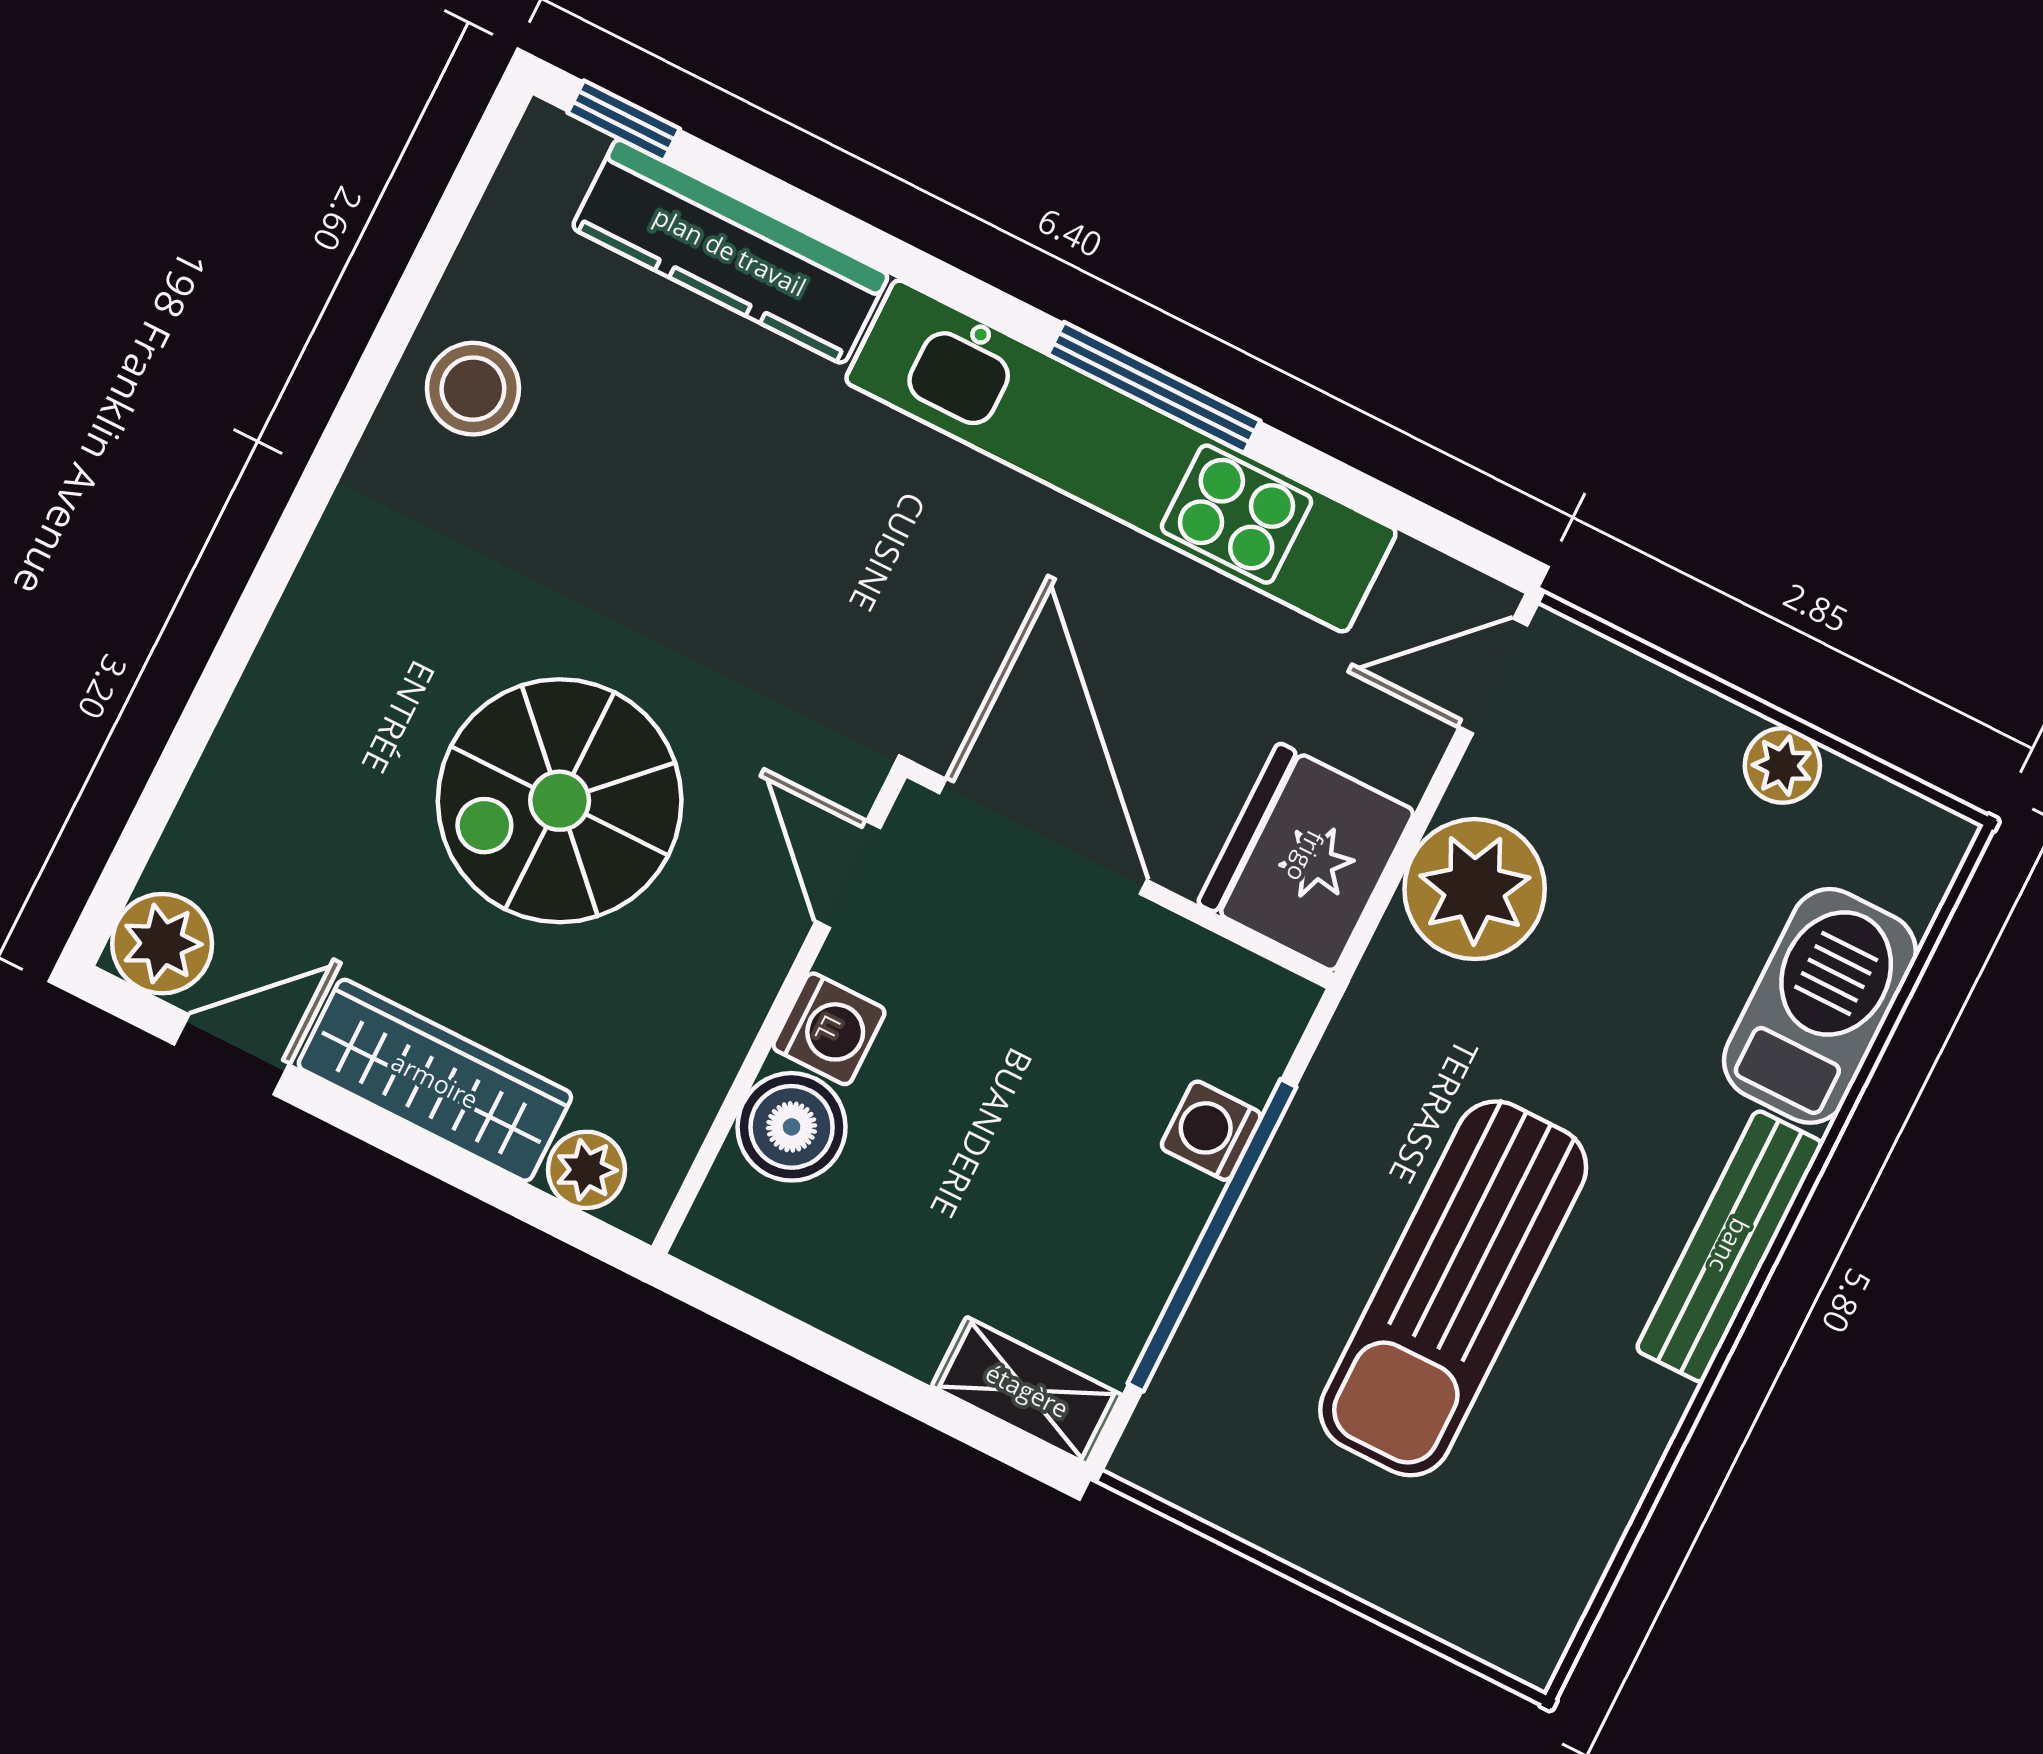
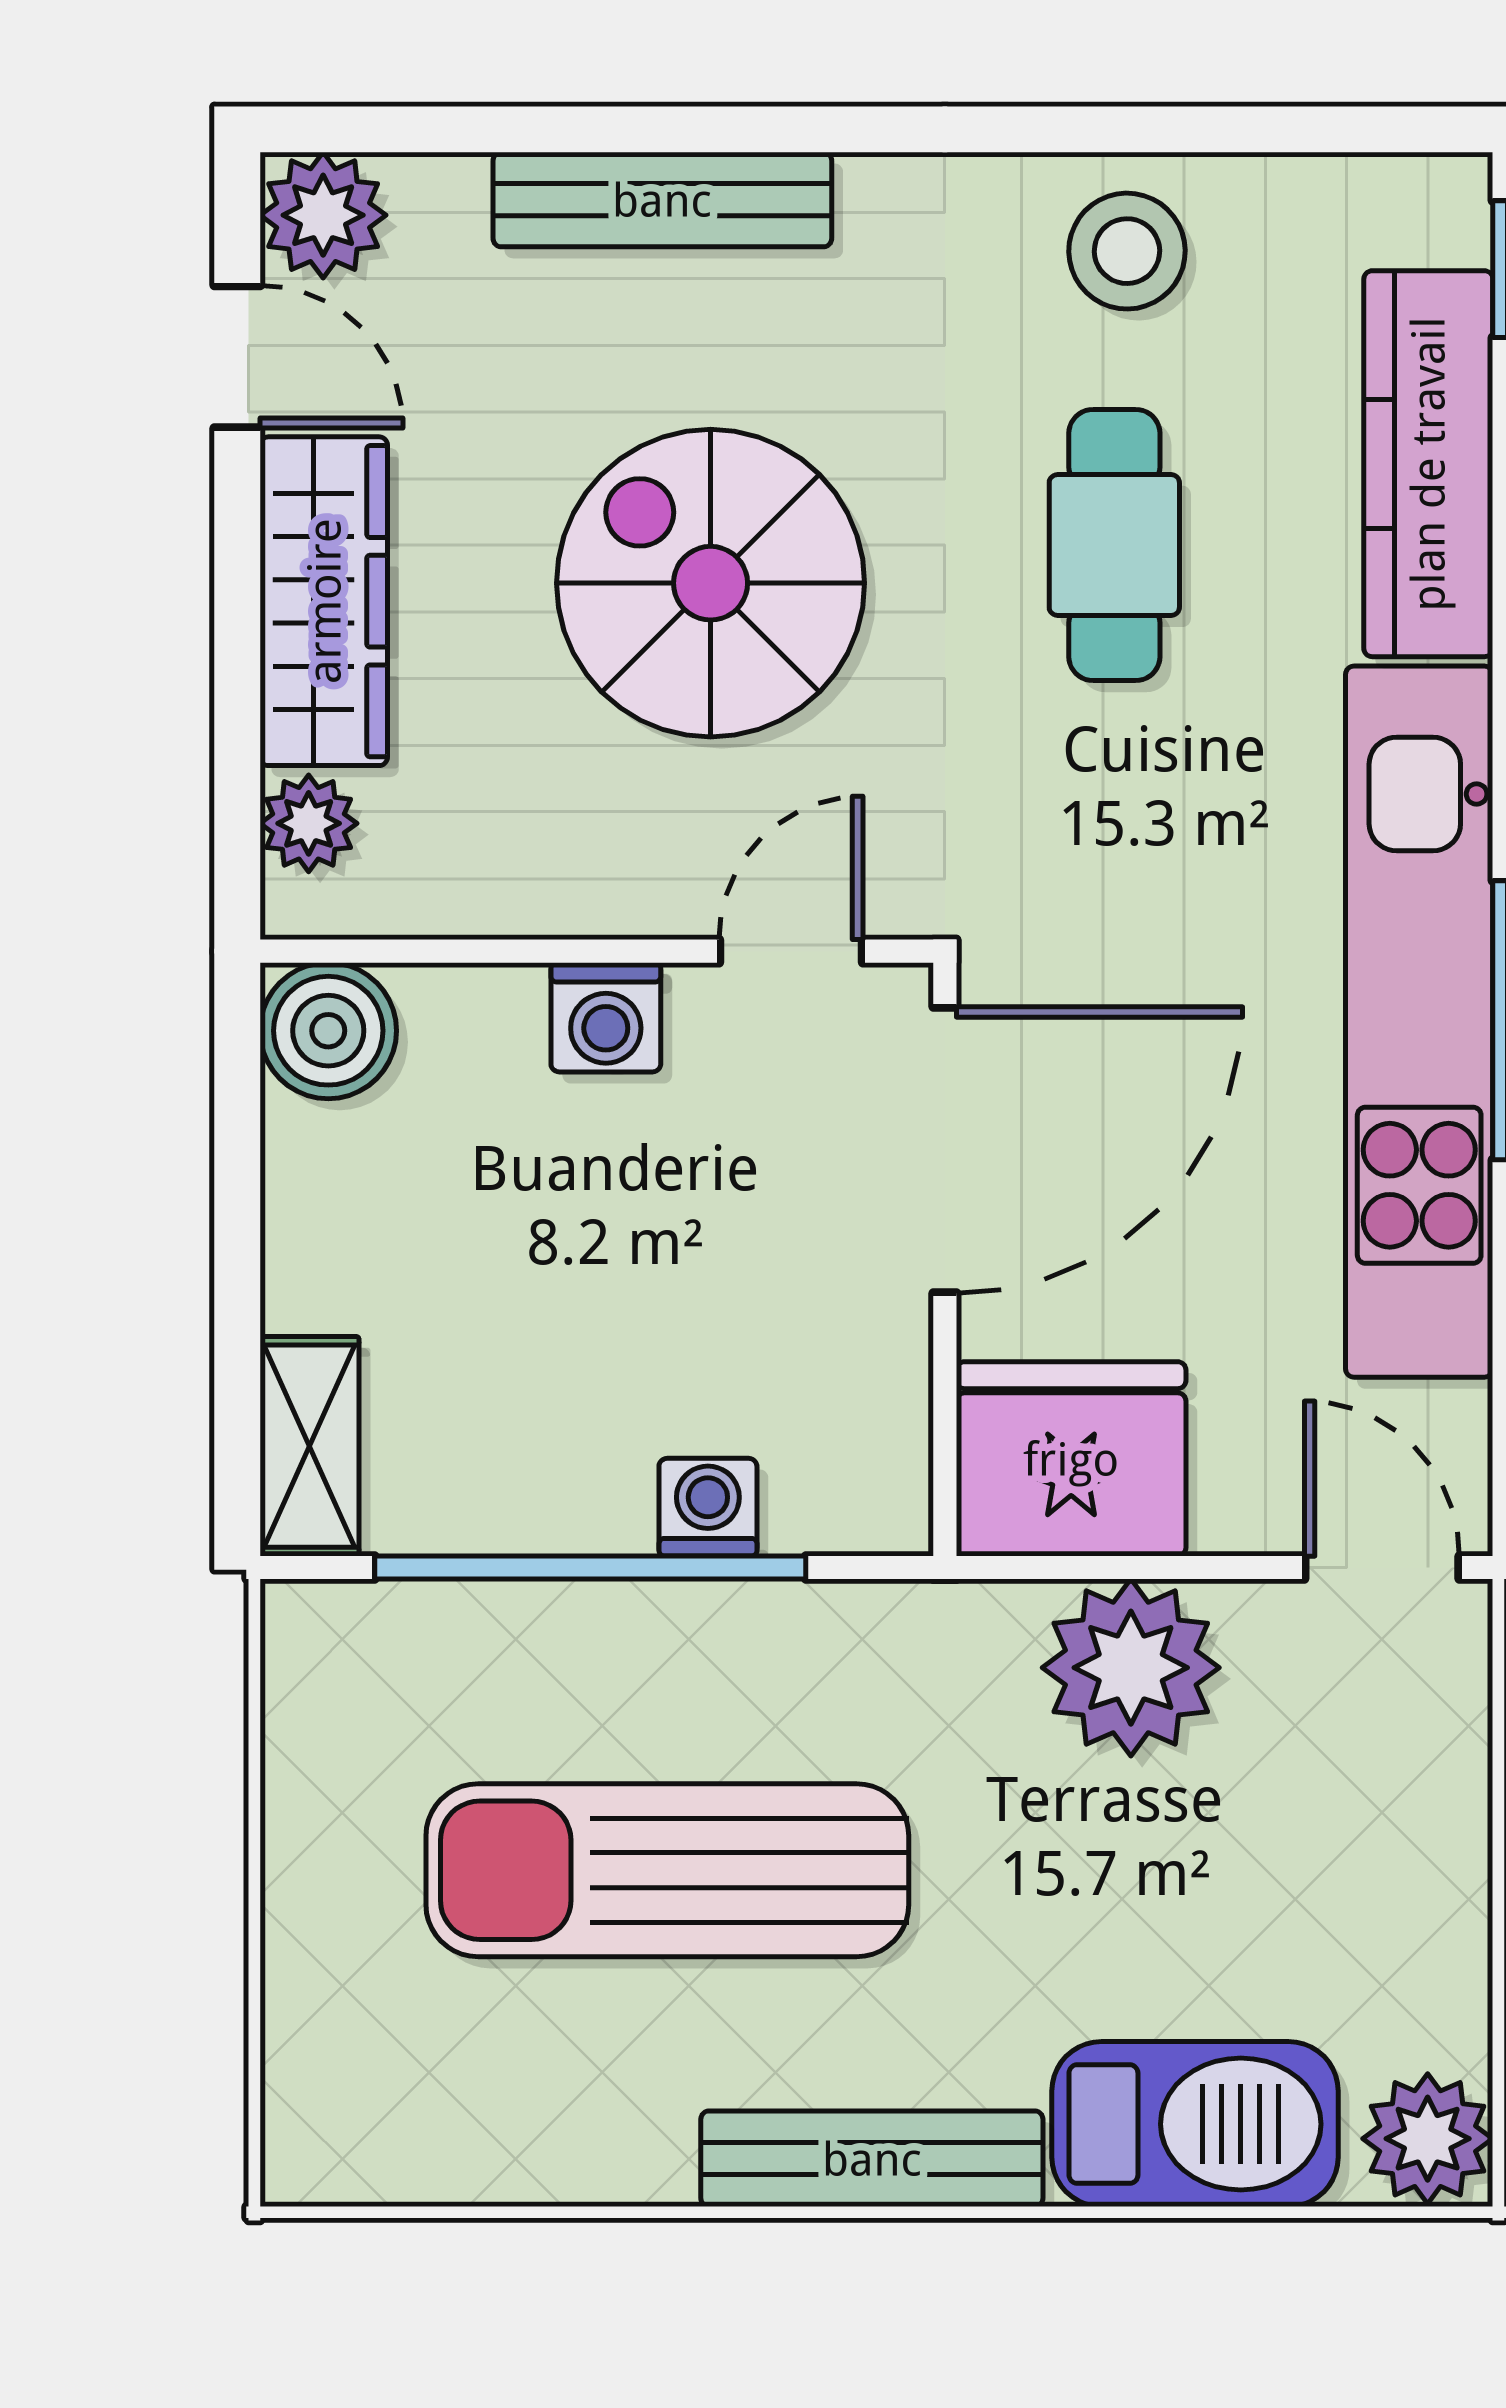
cafe table: (676, 502) -> (1114, 545), added
bench: (272, 698) -> (662, 200), added
plant: (1782, 765) -> (1428, 2139), moved, width x1.38, depth x1.38
boiler: (792, 1127) -> (328, 1031), moved

